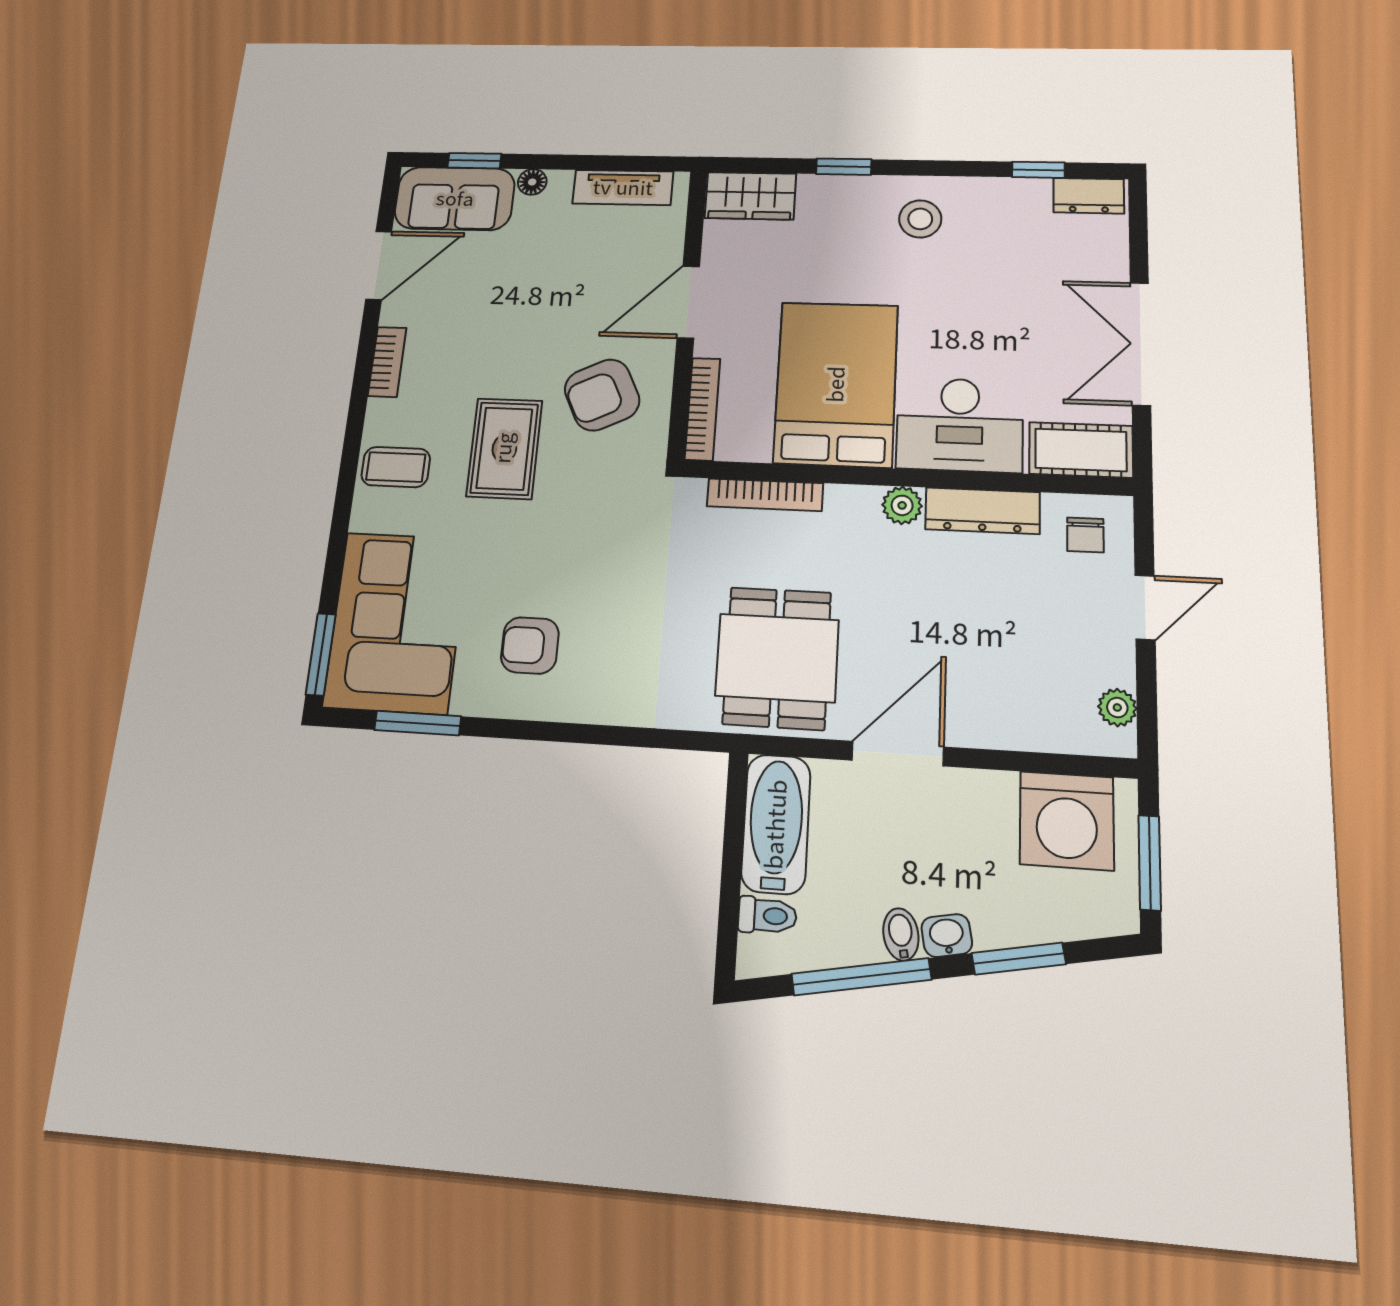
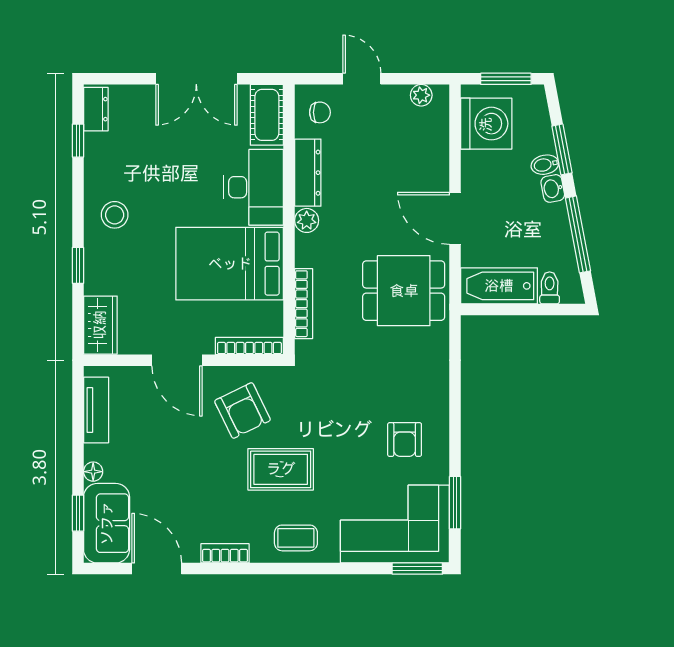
coffee table: (396, 467) -> (296, 538), turned 90
bidet: (901, 934) -> (545, 165), moved

